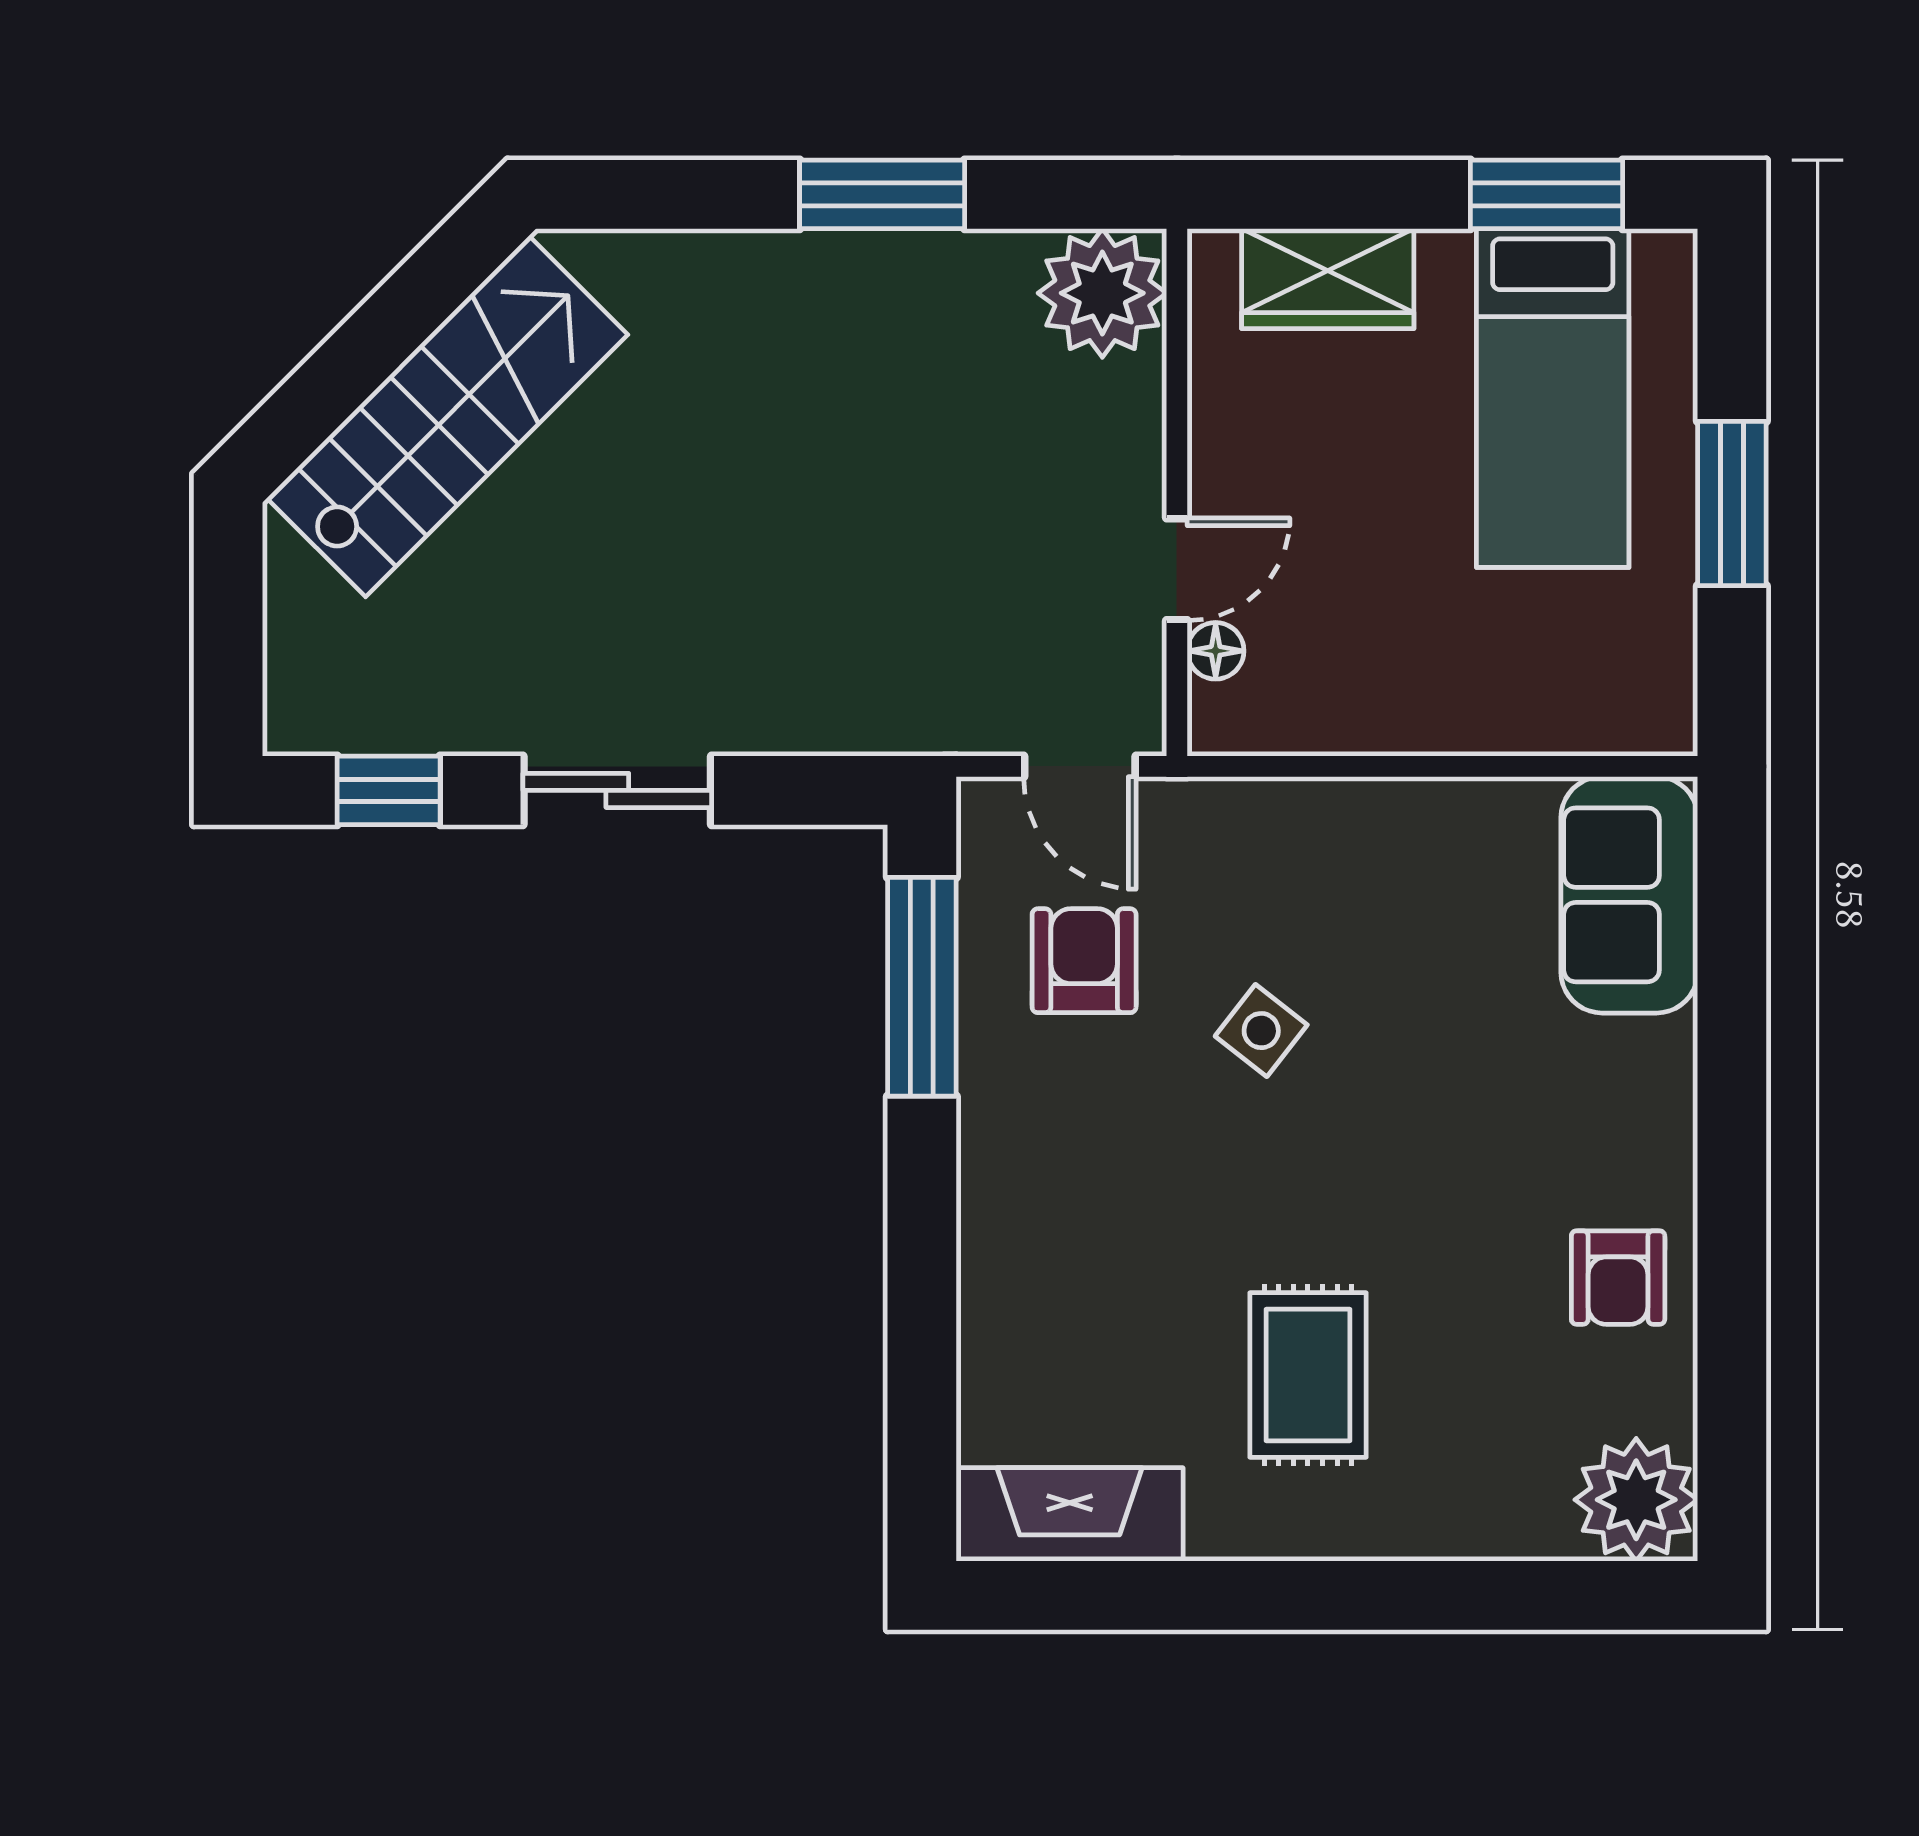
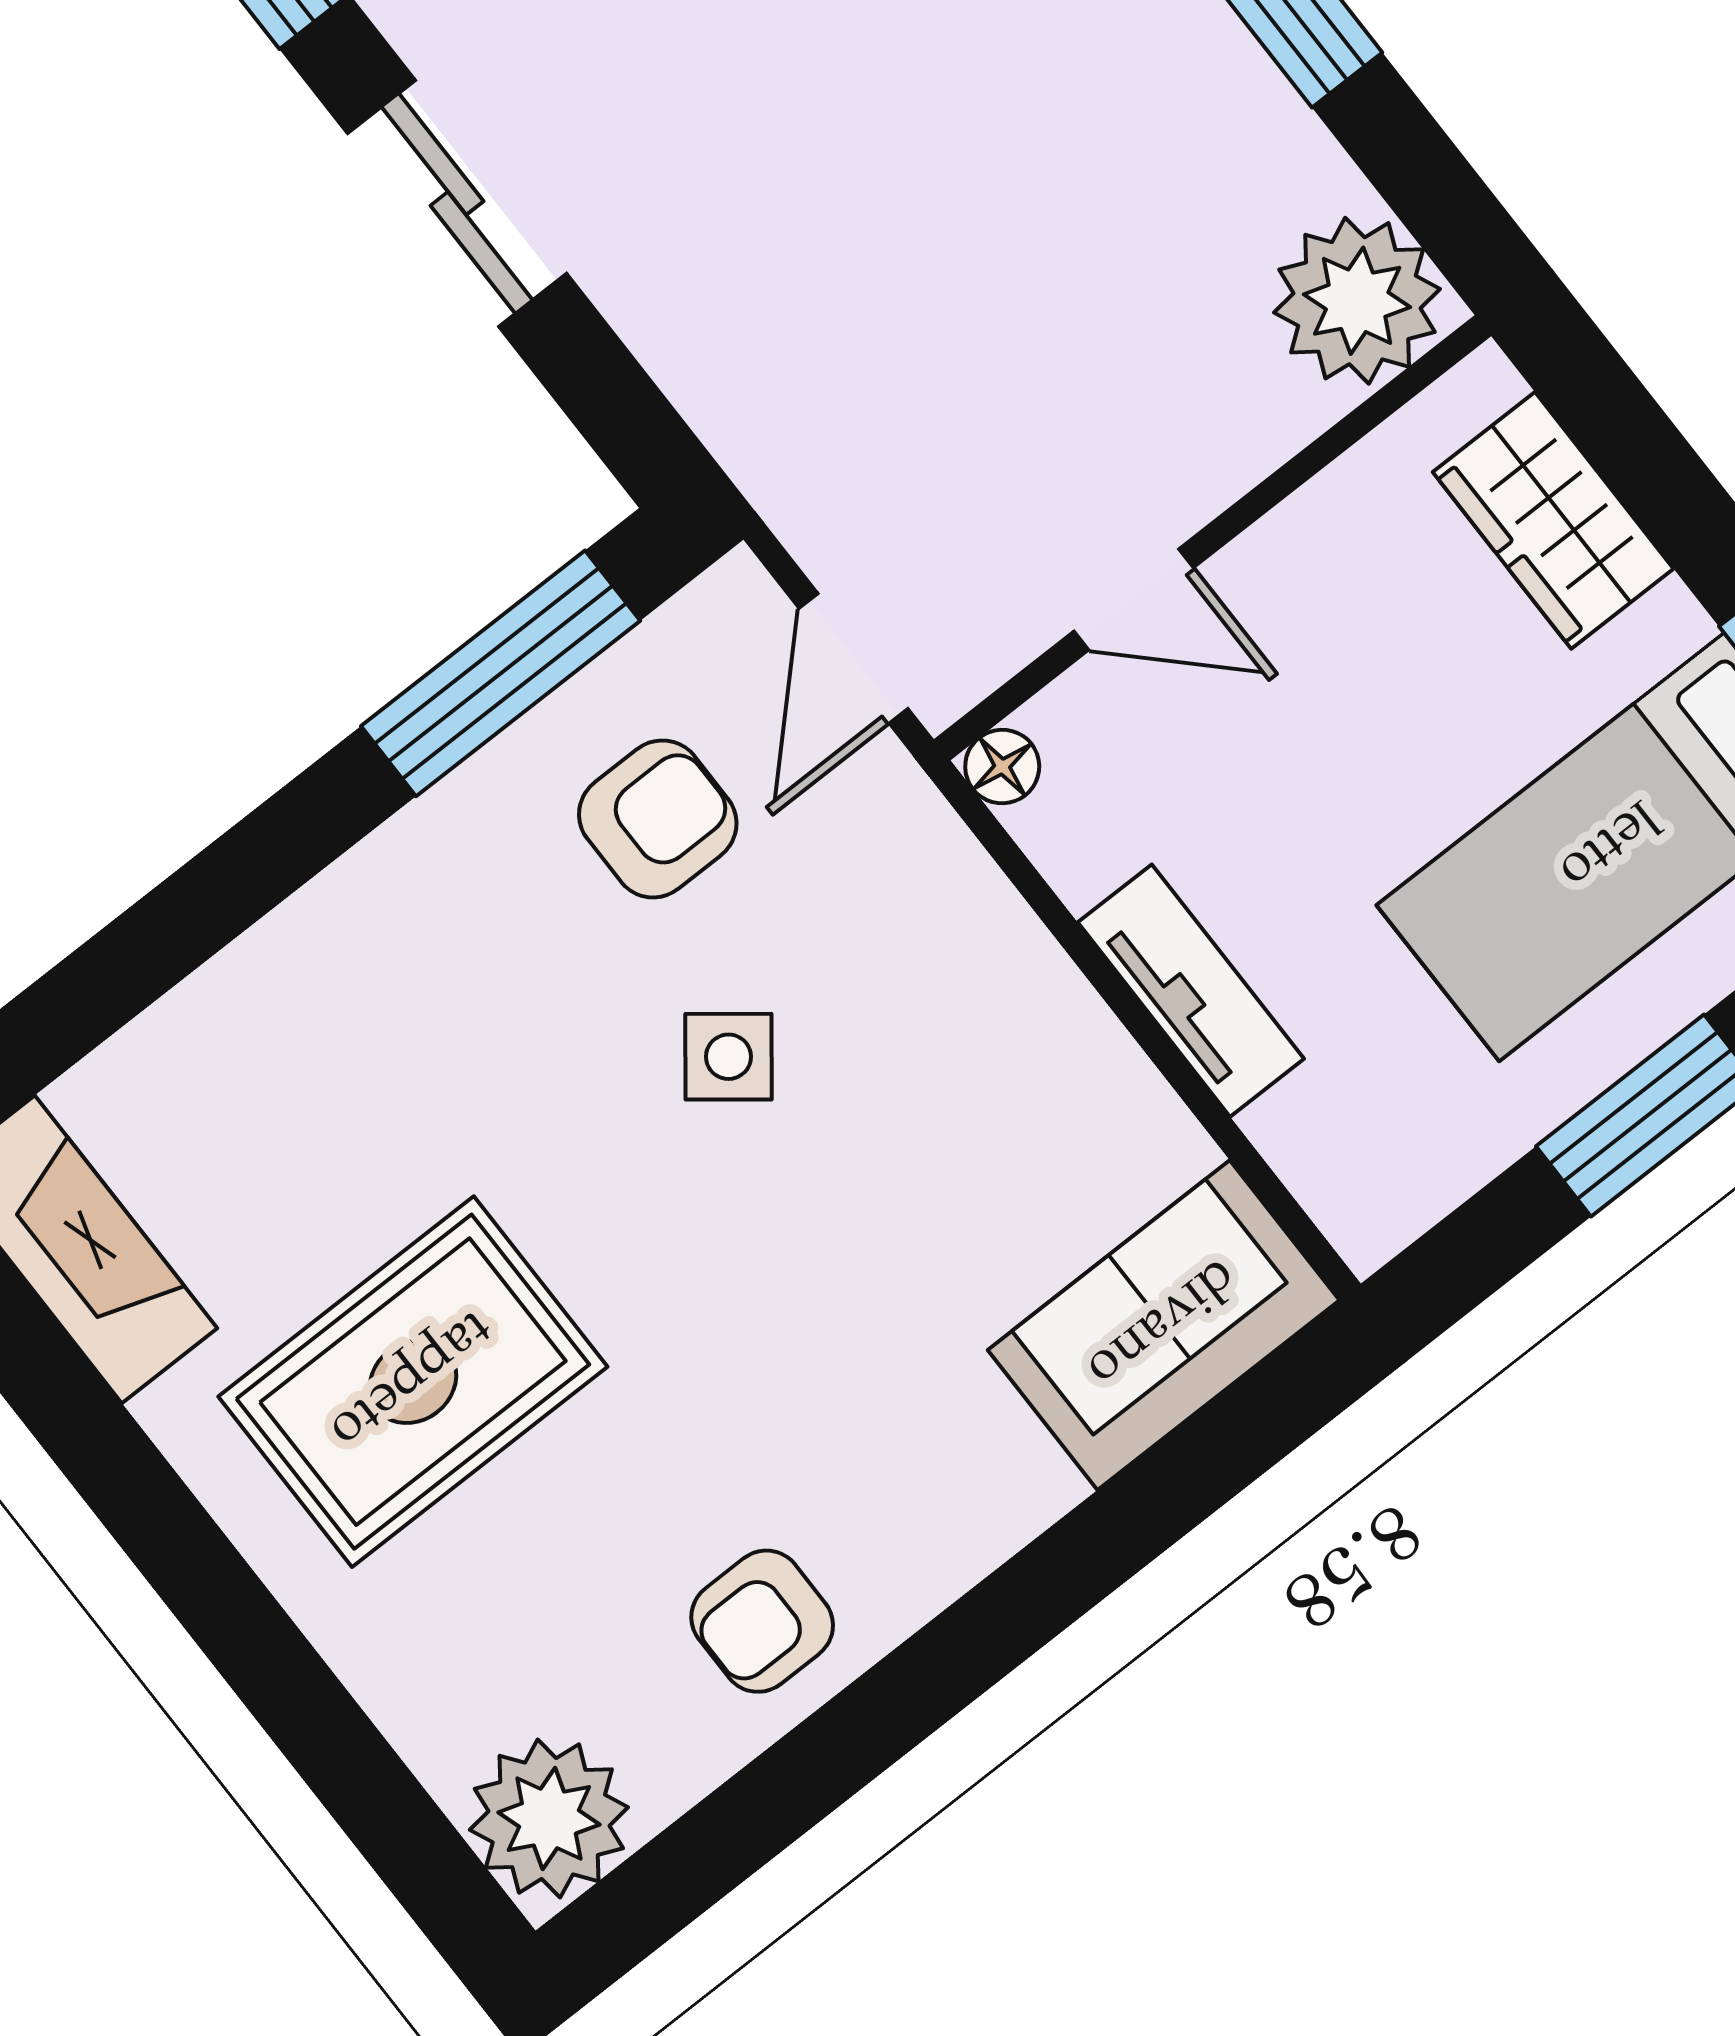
floor lamp: (1216, 651) -> (1002, 767), moved
tv unit: (1440, 720) -> (1191, 991), added
rug: (1308, 1375) -> (413, 1382), width x1.36, depth x1.43

